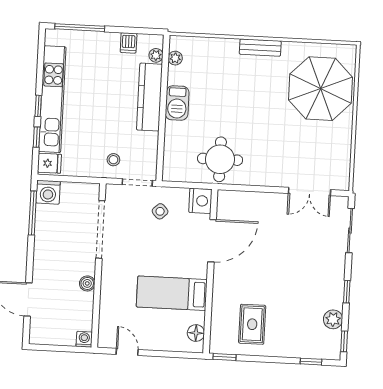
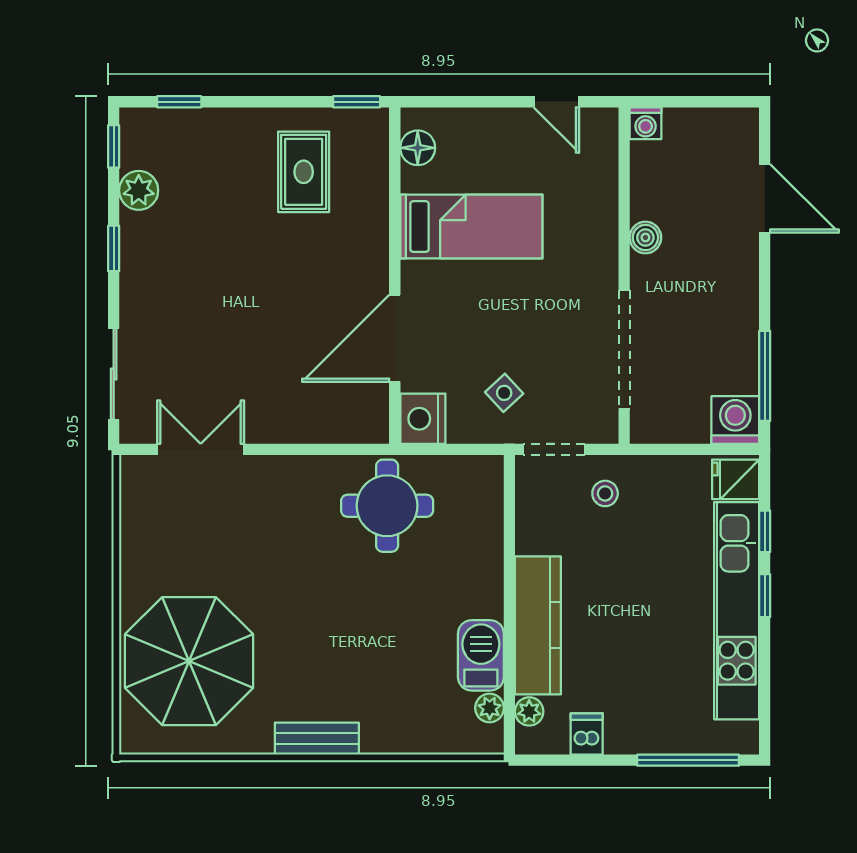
barbecue: (177, 103) -> (481, 655), moved

